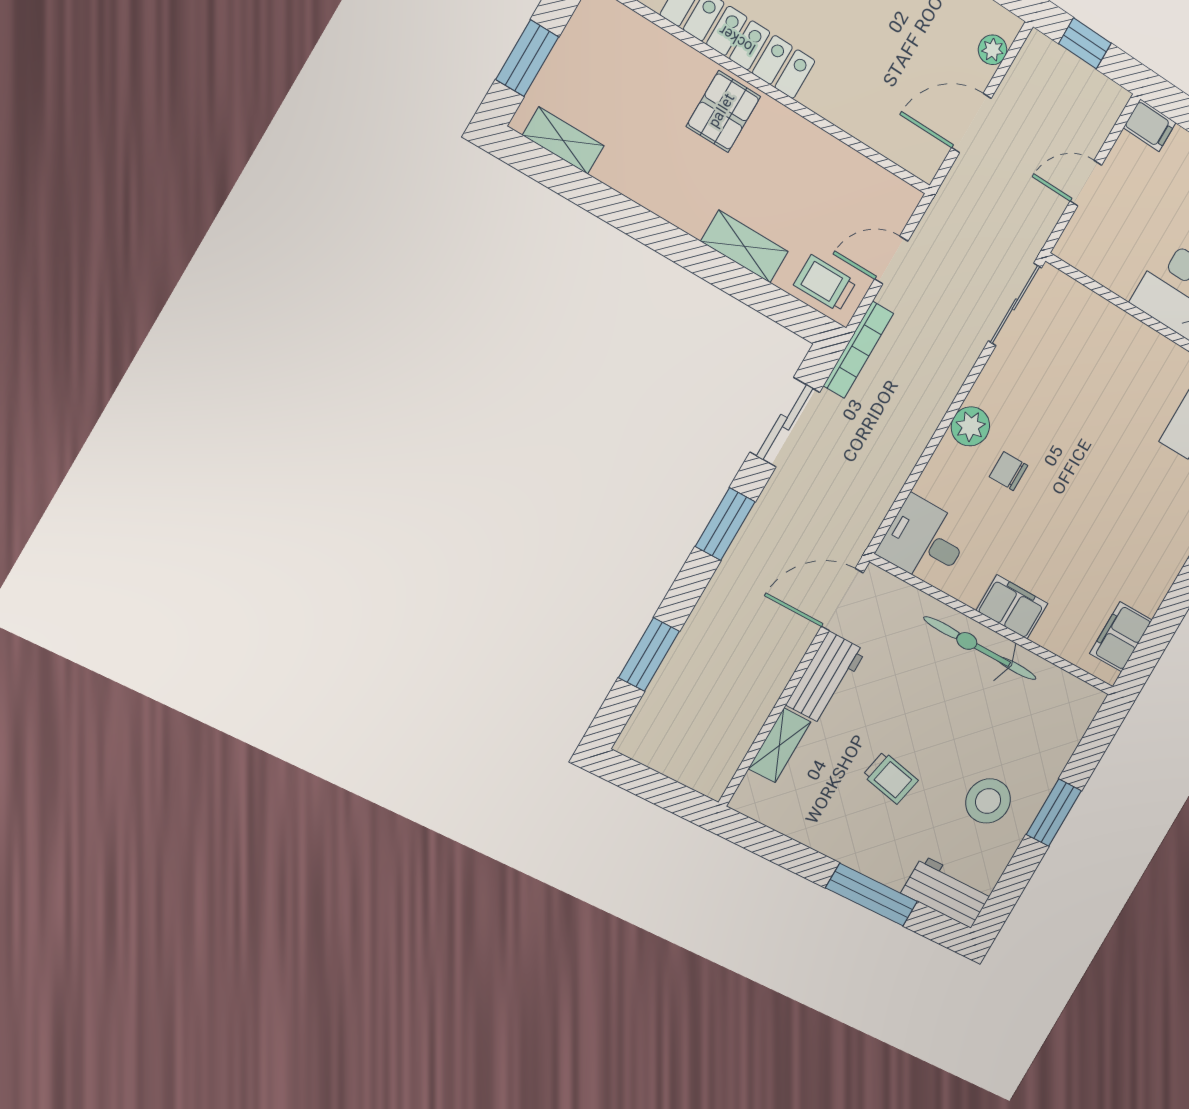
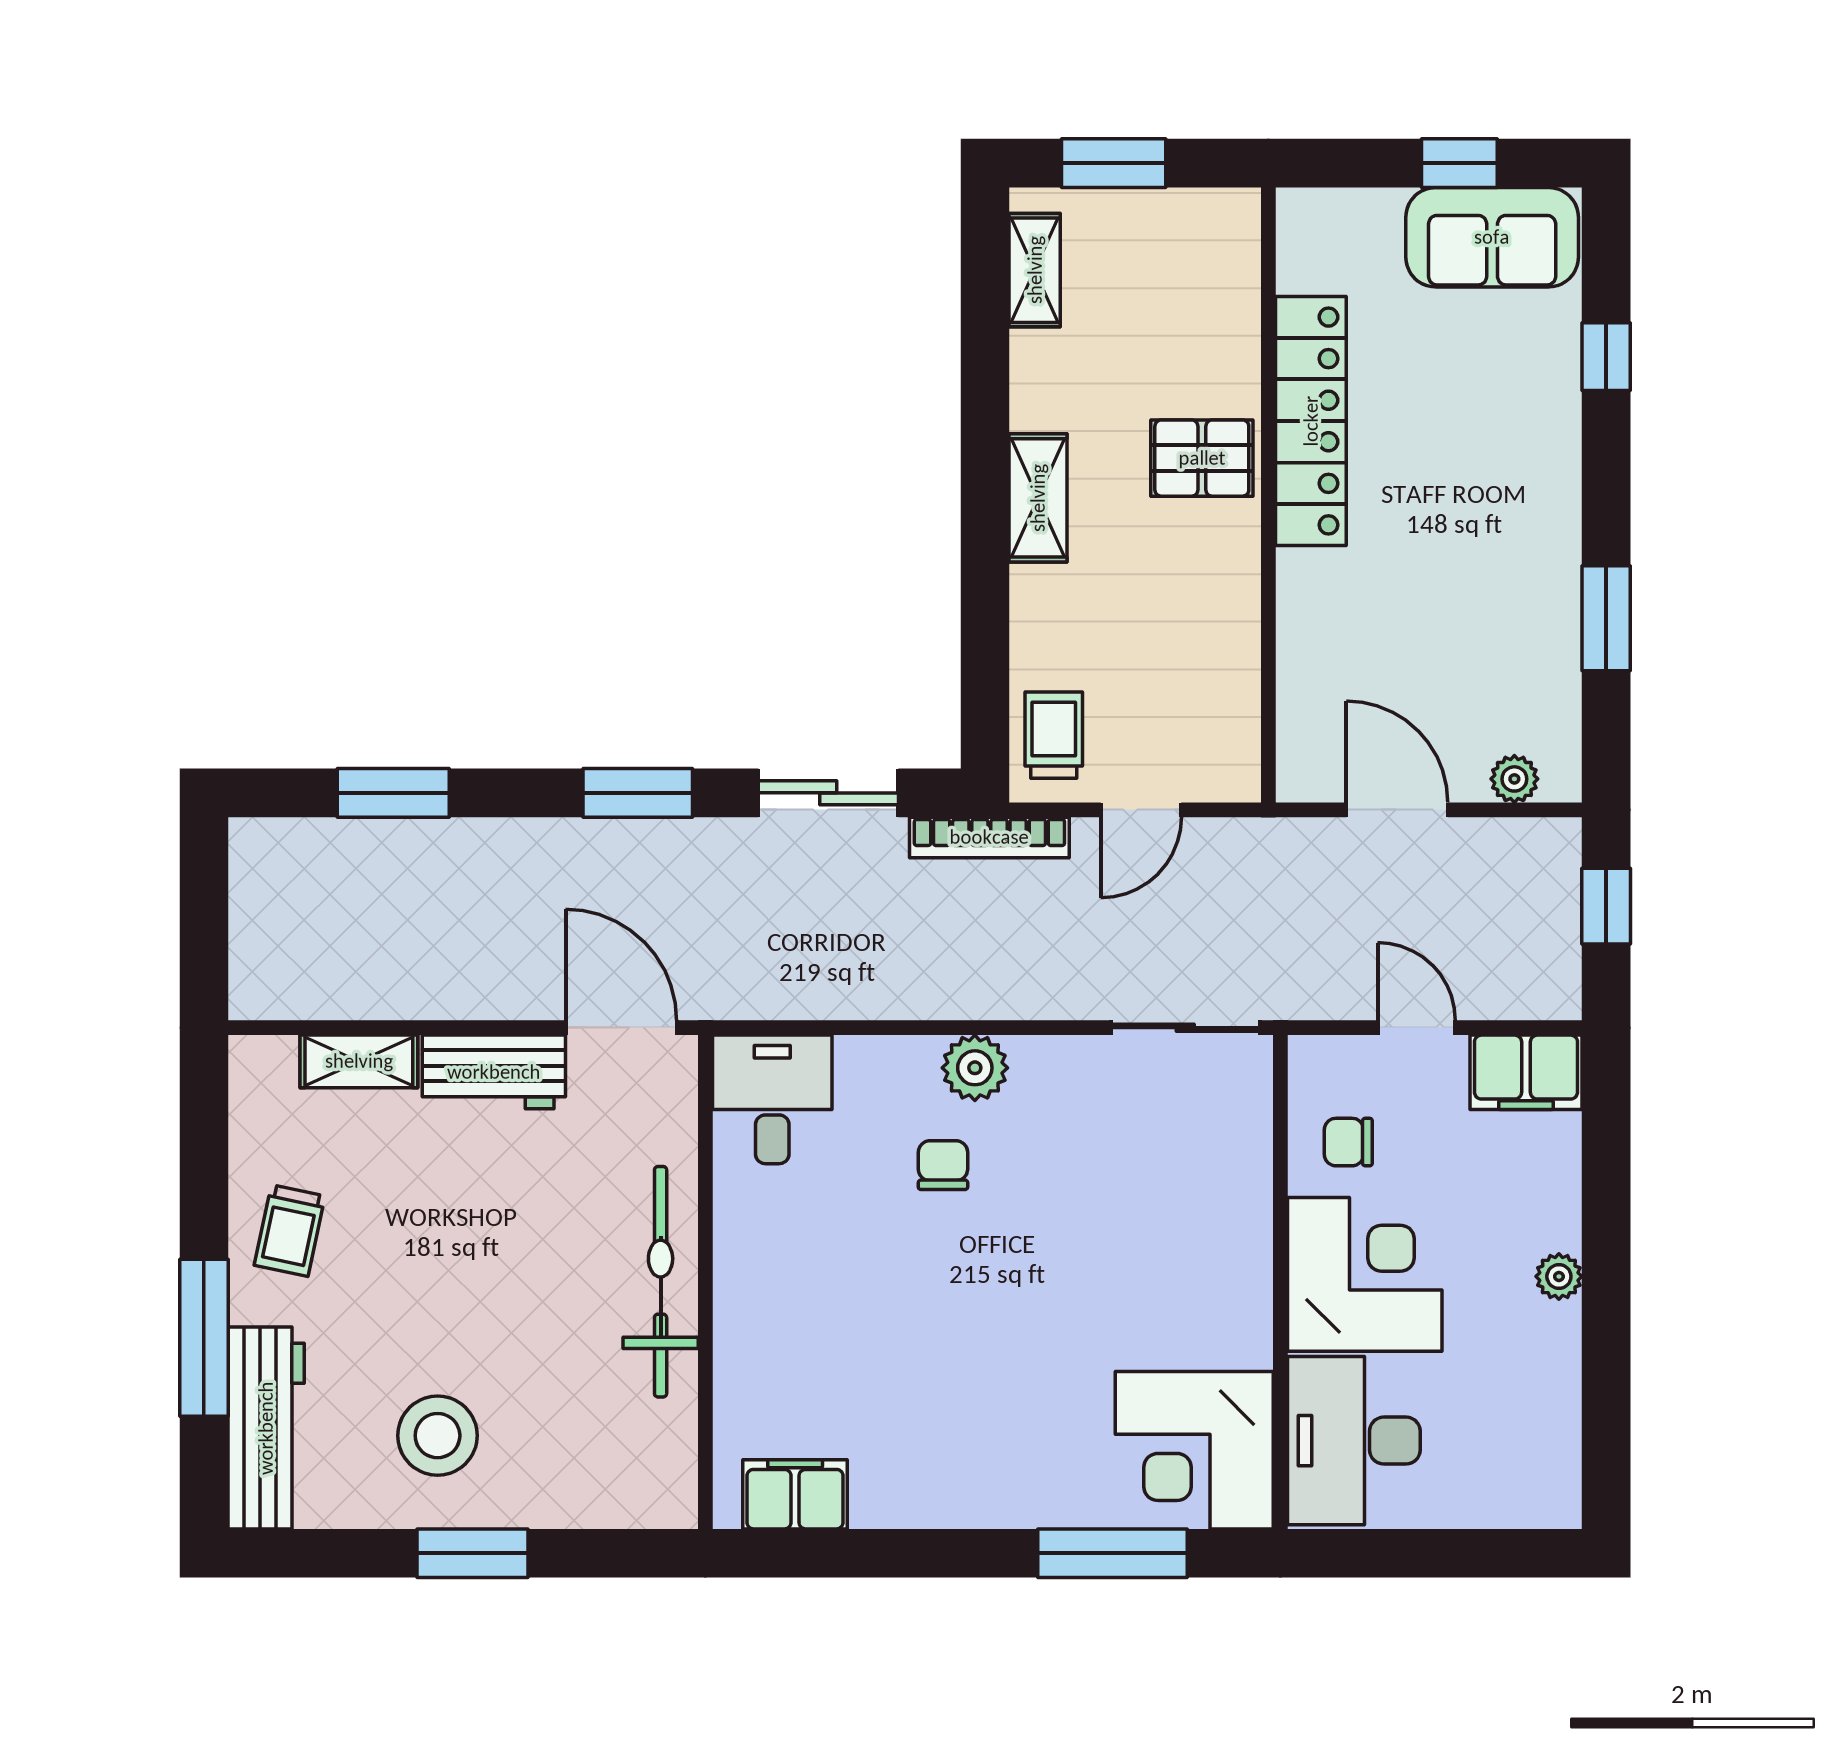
filing cabinet: (1150, 125) -> (1526, 1072), width x2.00
shelving: (745, 246) -> (1038, 498), moved
chair: (1120, 254) -> (1348, 1142), added
door: (891, 260) -> (1141, 810), swing flipped
filing cabinet: (1012, 607) -> (748, 1293), removed
trolley: (890, 778) -> (290, 1231), moved
workbench: (947, 892) -> (266, 1428), width x1.38

